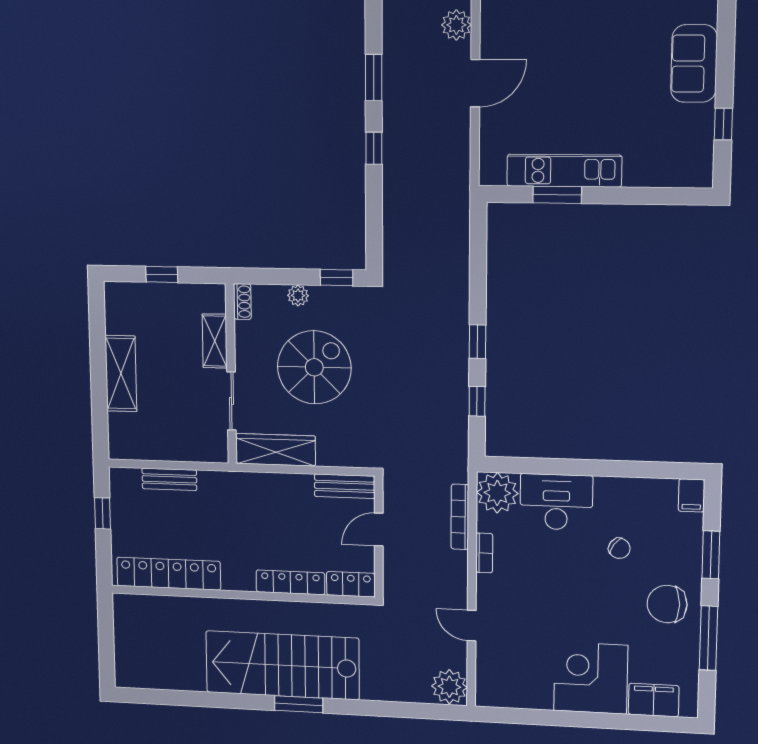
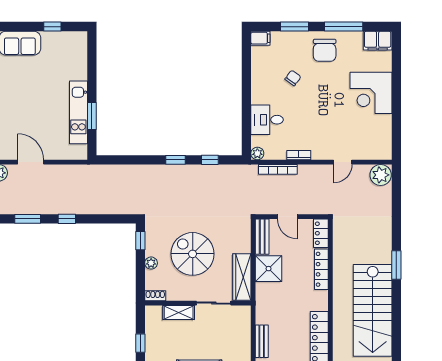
plant: (497, 493) -> (257, 153), width x0.53, depth x0.53
shower: (291, 495) -> (269, 269), added
desk: (556, 502) -> (267, 120), width x0.73
stairs: (282, 665) -> (373, 310), moved
filing cabinet: (654, 700) -> (378, 41), moved, turned -90

